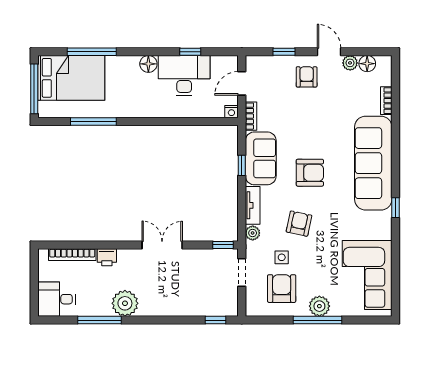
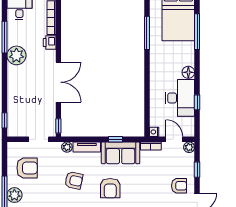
plant: (253, 63) -> (189, 147), added
double door: (162, 245) -> (58, 82), width x1.37
side table: (282, 257) -> (49, 168), removed

